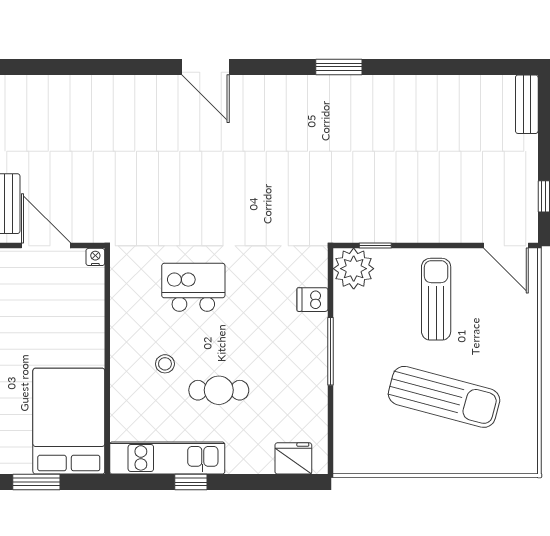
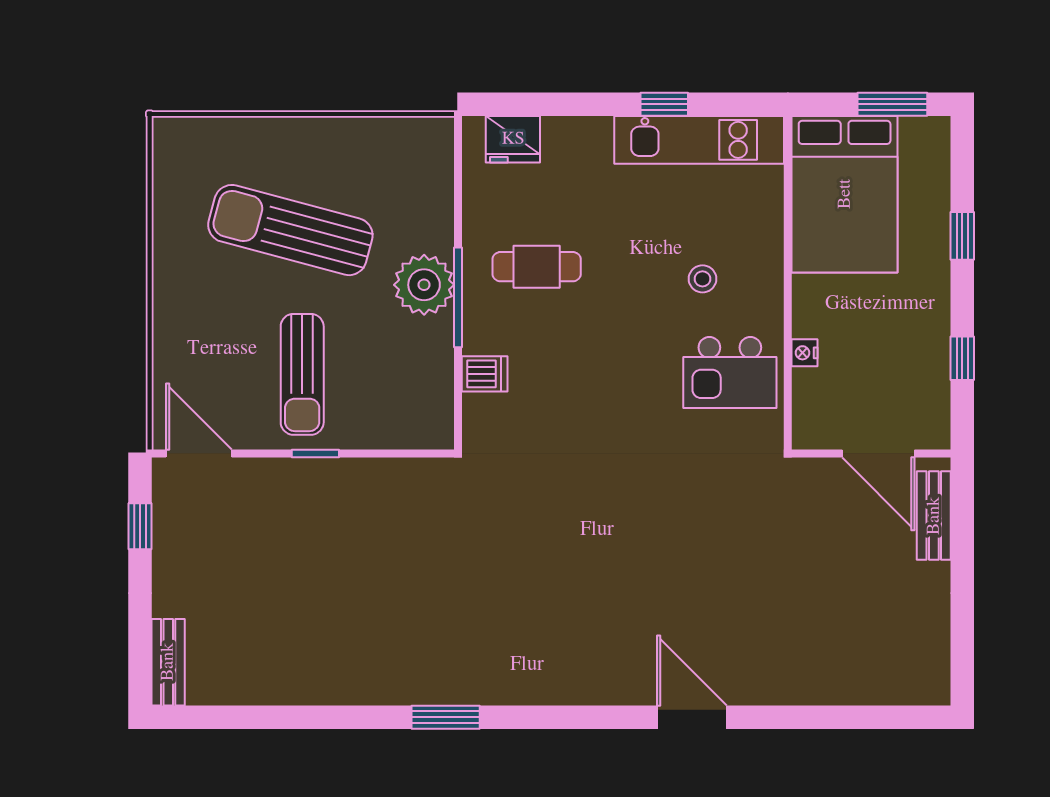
door: (206, 67) -> (692, 717), moved
window: (375, 246) -> (315, 453), moved
nightstand: (95, 257) -> (805, 353), moved, turned 90
plant: (354, 269) -> (424, 285), moved
kitchen island: (193, 287) -> (730, 372), moved
cafe table: (219, 390) -> (537, 267), moved

